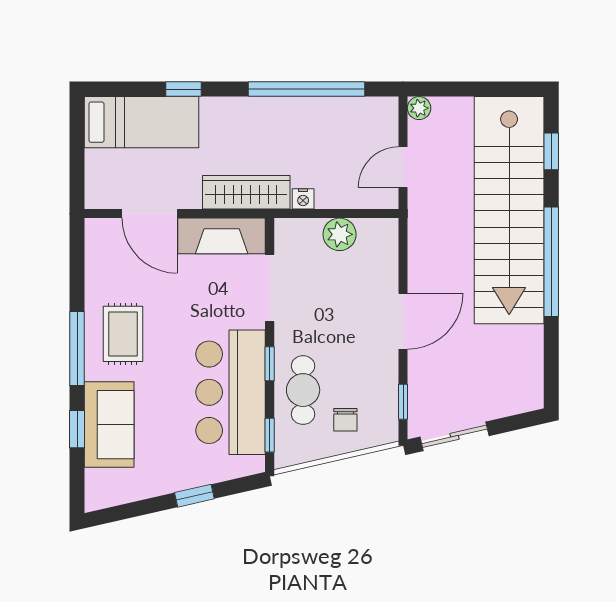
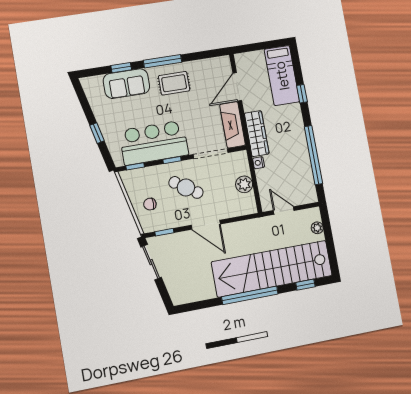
plant: (419, 108) -> (317, 228), moved
cafe table: (303, 390) -> (186, 187), moved, turned 34

